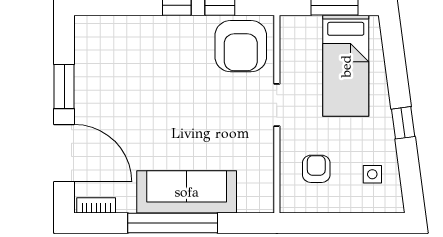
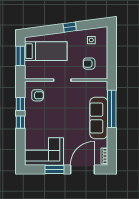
armchair: (241, 46) -> (38, 95), width x0.53, depth x0.53
corner sofa: (107, 62) -> (44, 151), added
window: (173, 223) -> (112, 109), moved

